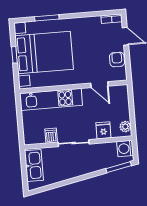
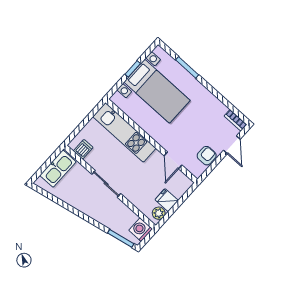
bed with nightstands: (44, 52) -> (157, 91), width x0.73
fridge: (103, 130) -> (167, 200), moved, turned -90
dishwasher: (51, 136) -> (83, 149), moved

